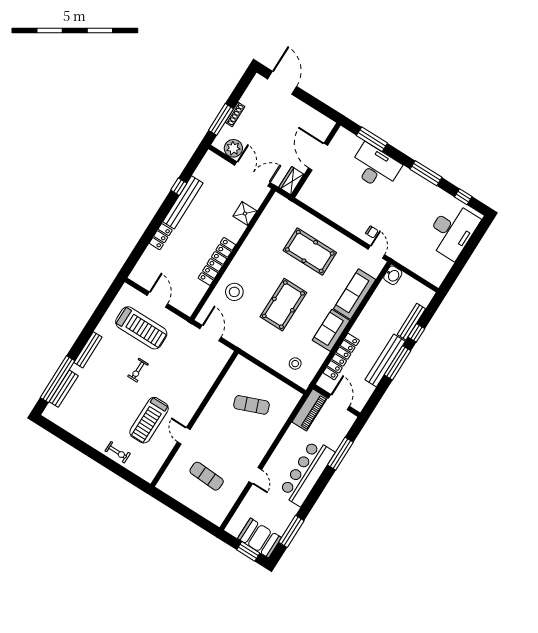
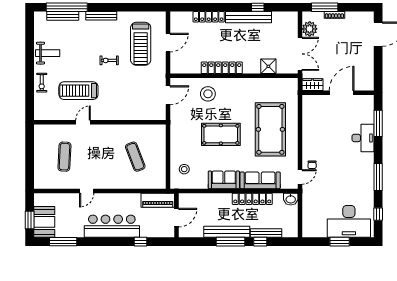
desk: (375, 167) -> (363, 138), width x0.73, depth x0.77
locker: (161, 237) -> (209, 17), width x1.53
pool table: (310, 252) -> (270, 129), width x1.36, depth x1.32
window: (467, 253) -> (340, 242), added
locker: (341, 357) -> (252, 199), moved
weight bench: (92, 427) -> (48, 53), added
window: (340, 454) -> (140, 242), width x0.46

